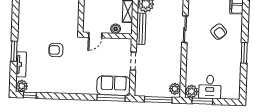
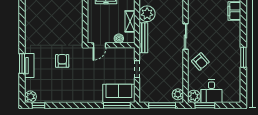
armchair: (219, 32) -> (200, 62), moved
armchair: (56, 50) -> (62, 61), turned 90
tv unit: (21, 64) -> (29, 66), moved

